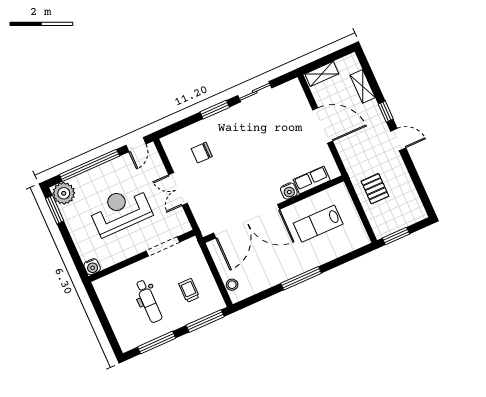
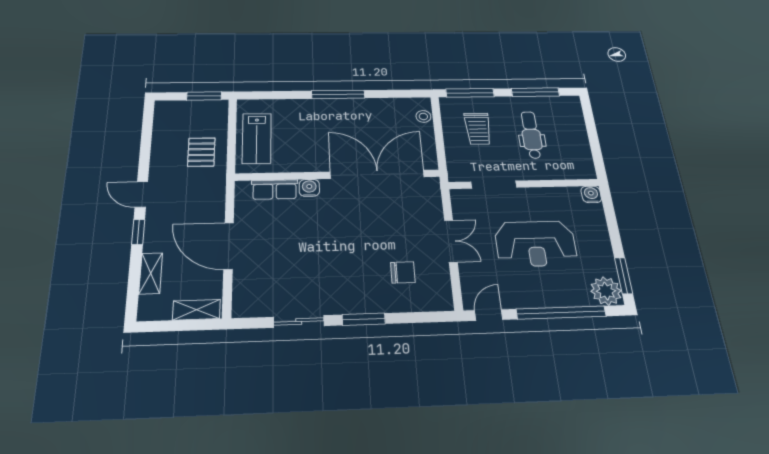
lab bench: (318, 224) -> (257, 138), moved, turned 90
trolley: (189, 290) -> (478, 129), width x1.36, depth x1.39

